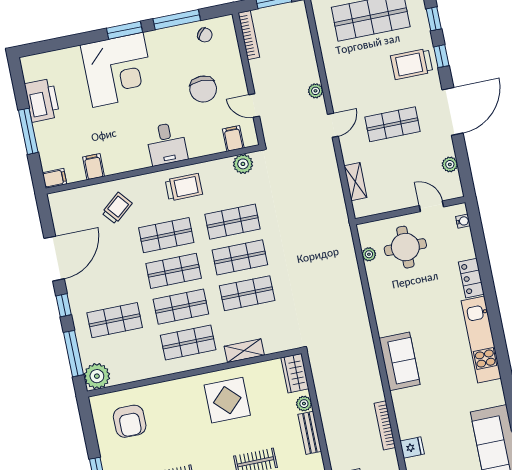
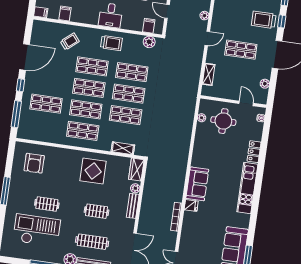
shelving: (244, 351) -> (123, 148), moved
plant: (97, 376) -> (25, 131), removed
fridge: (412, 447) -> (191, 205), moved

